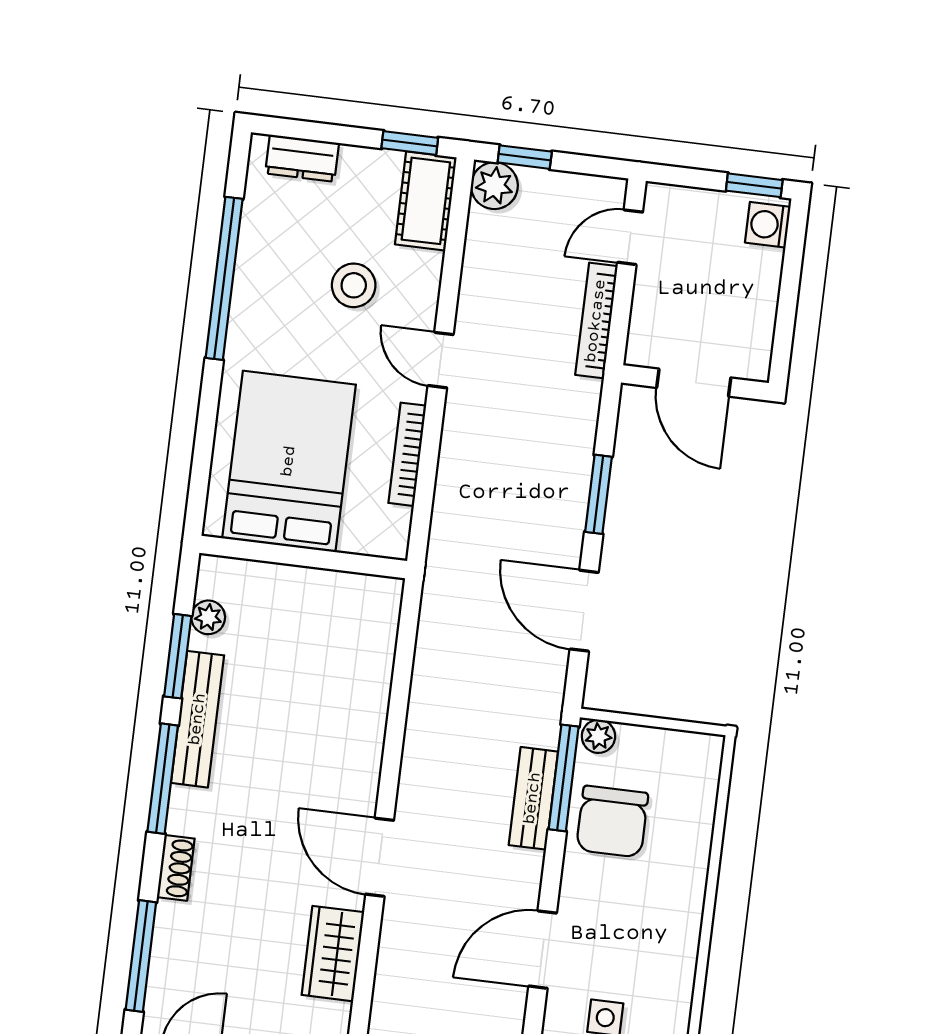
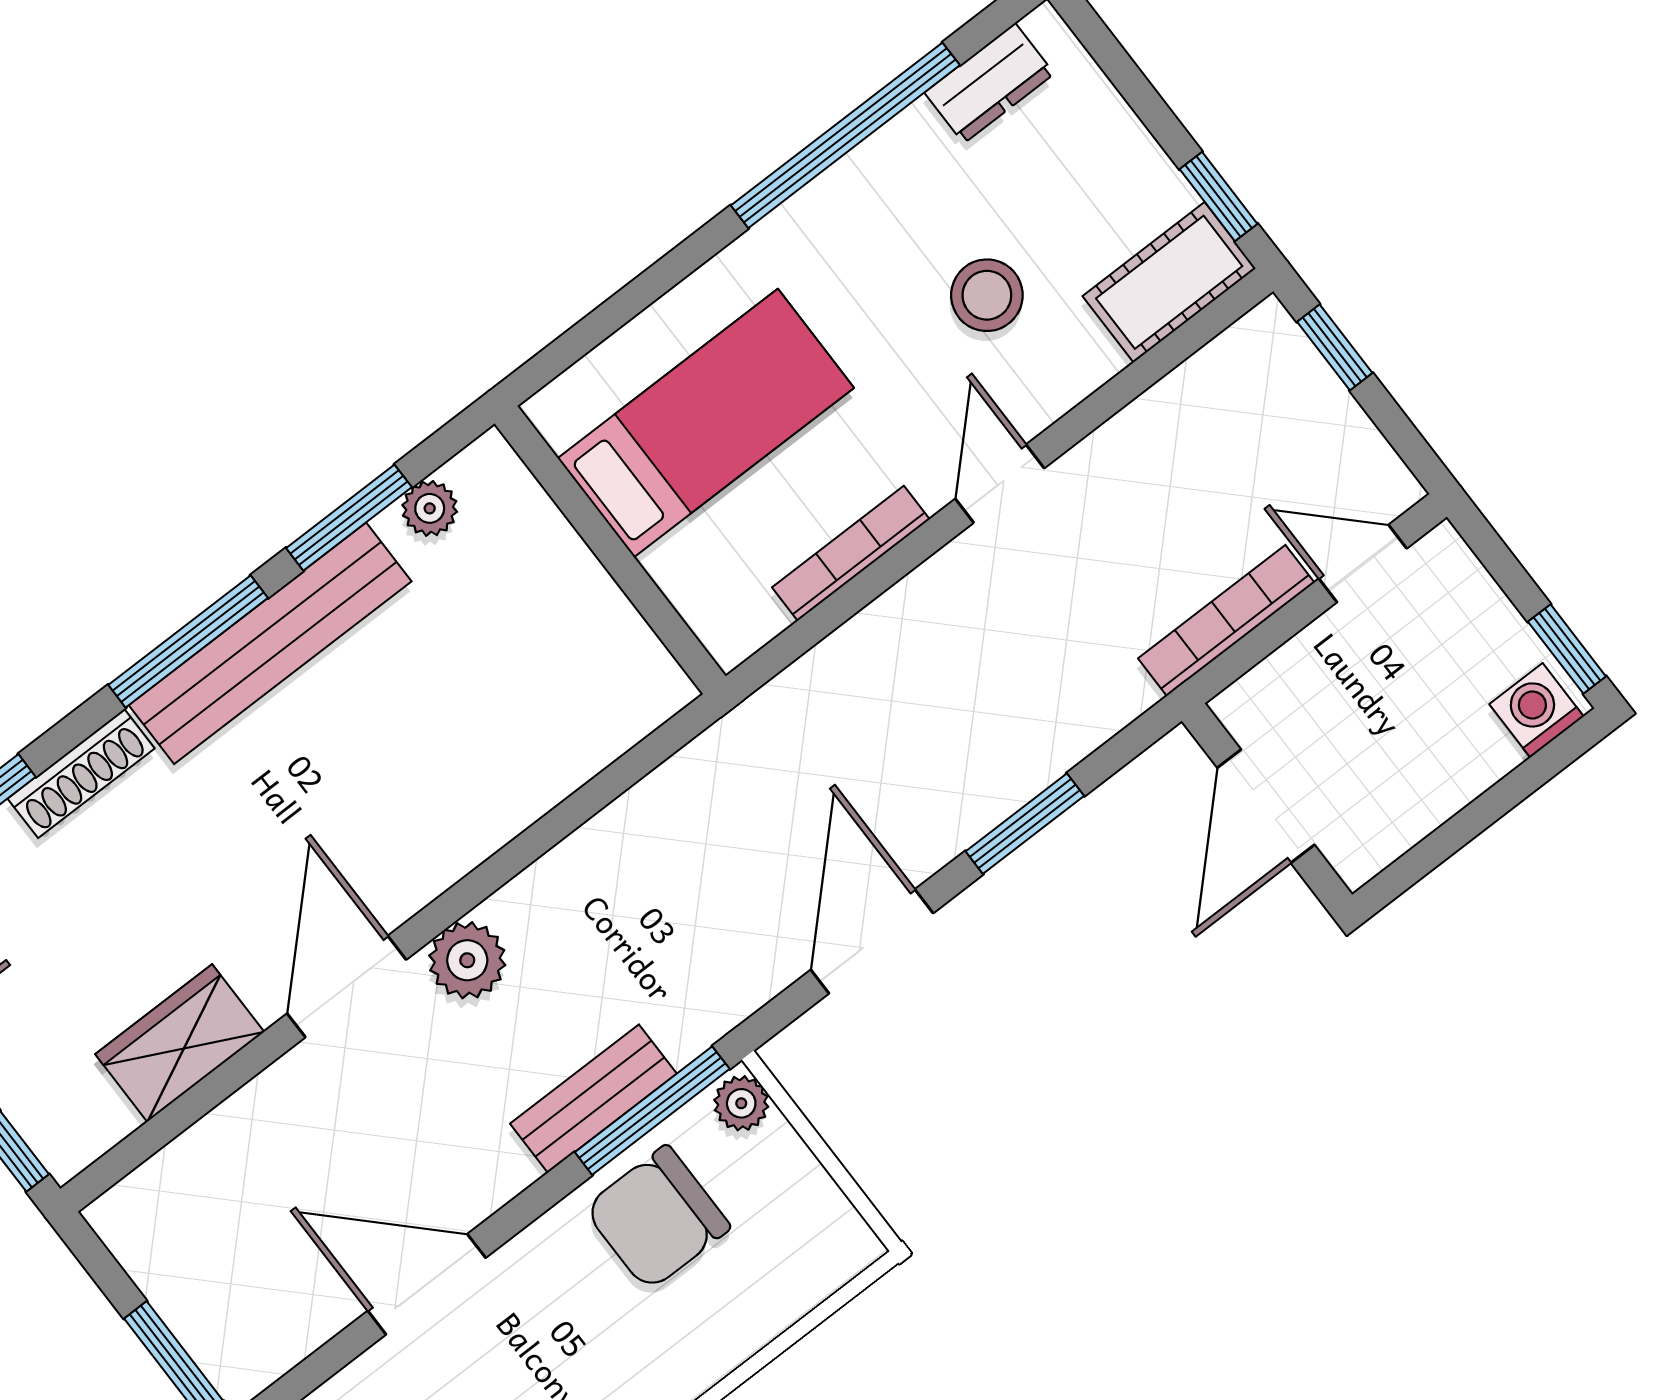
dresser: (302, 158) -> (989, 83), moved, turned -90
plant: (494, 186) -> (467, 960), moved
bed: (289, 461) -> (706, 423), width x0.67
bench: (198, 719) -> (270, 643), width x1.37, depth x1.21
shoe rack: (176, 868) -> (81, 773), width x1.43

